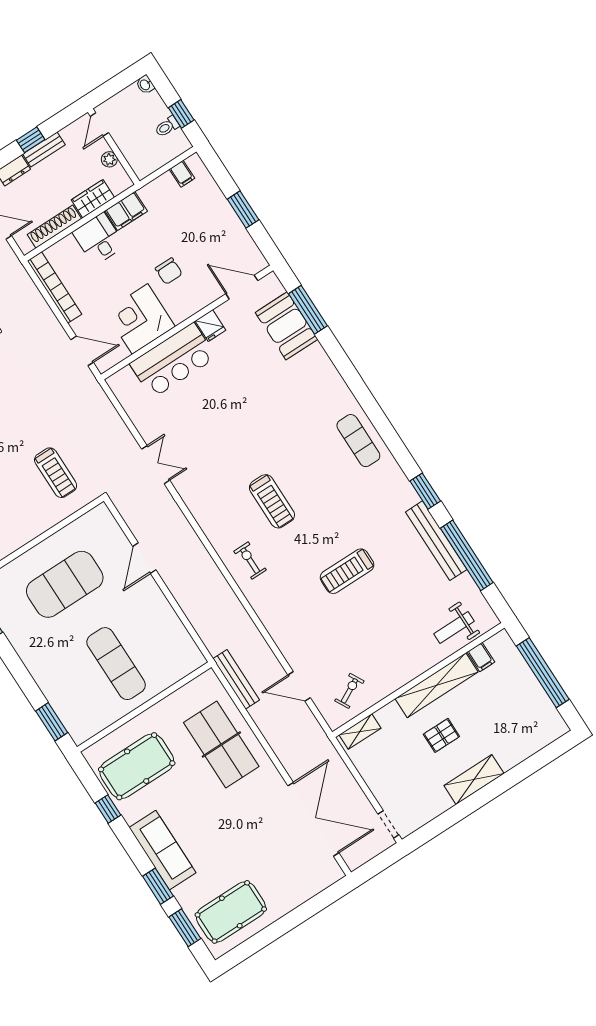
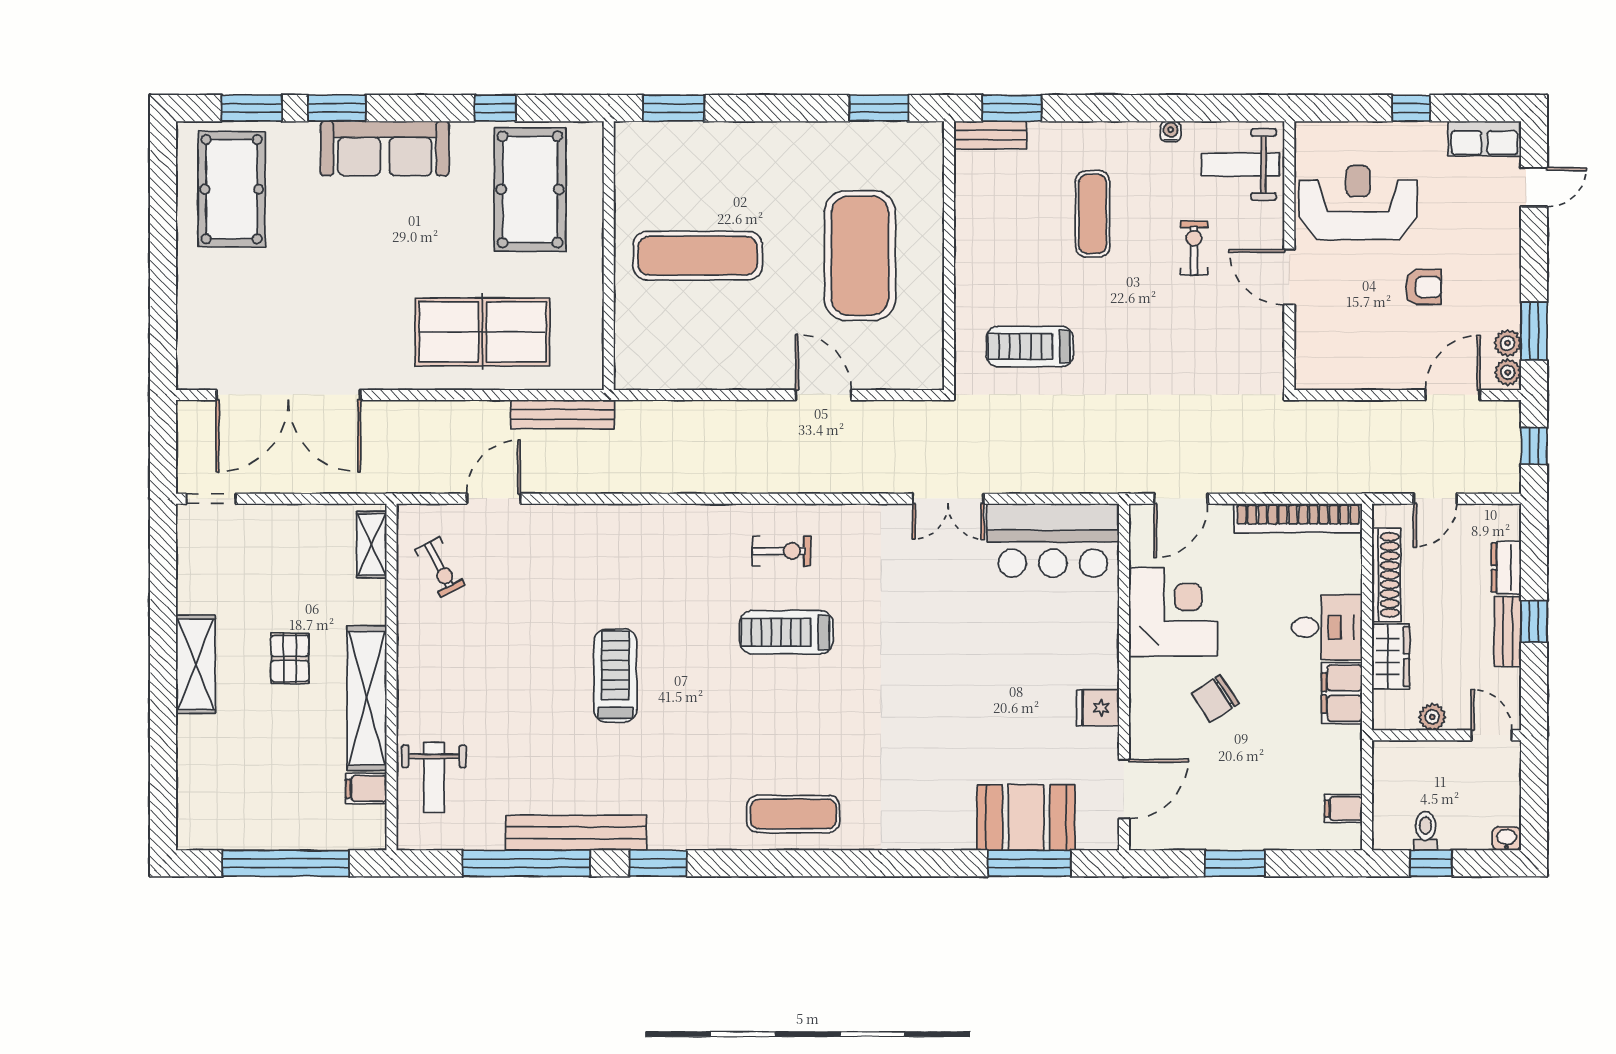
chair: (169, 271) -> (1215, 698), turned -33
bar counter: (173, 360) -> (1053, 540), moved, turned -90
exercise bike: (250, 561) -> (782, 551), moved
weight bench: (454, 627) -> (434, 777), turned 180

